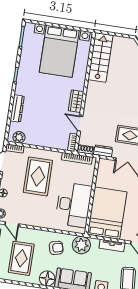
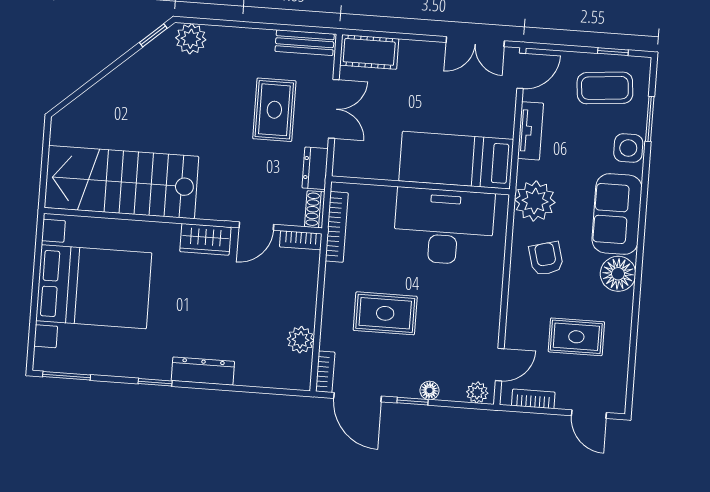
stairs: (100, 57) -> (121, 182), width x1.36, depth x1.51
dresser: (17, 108) -> (203, 371), moved
plant: (19, 137) -> (301, 340), moved
rug: (38, 176) -> (385, 313), width x0.73, depth x0.70
bed: (107, 213) -> (456, 160), width x0.67
rug: (21, 258) -> (576, 337), width x0.73, depth x0.70

